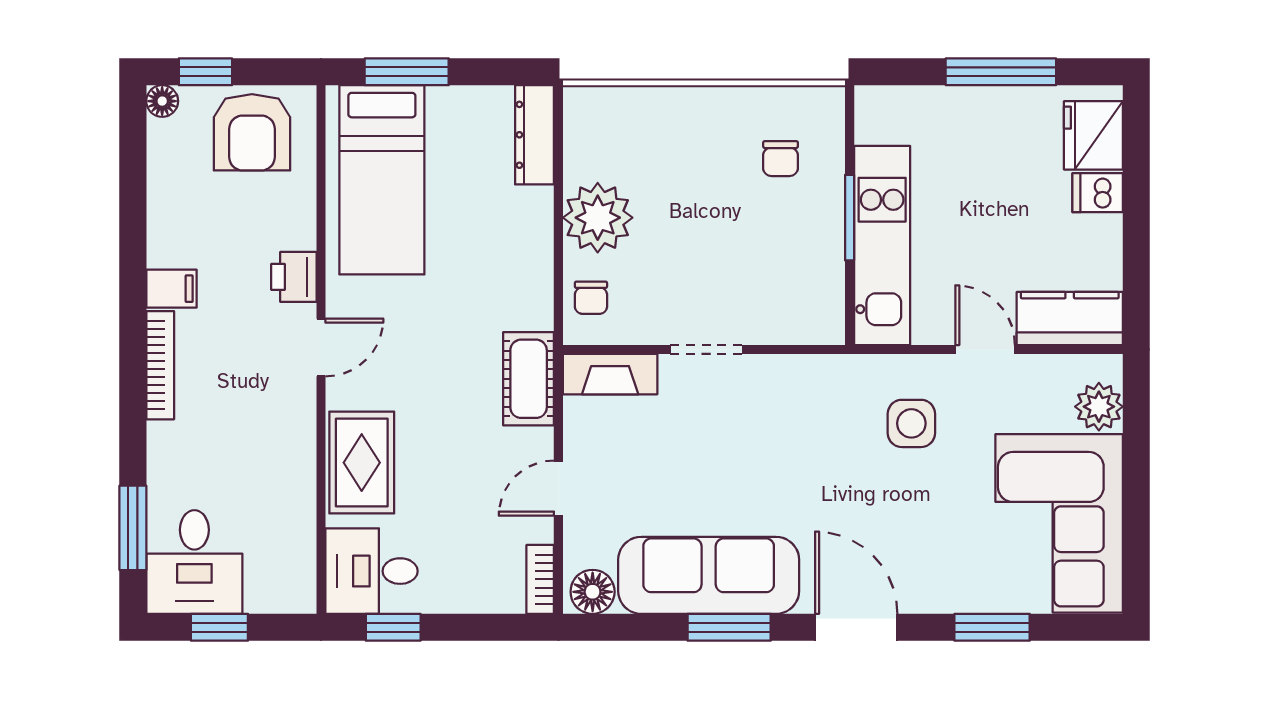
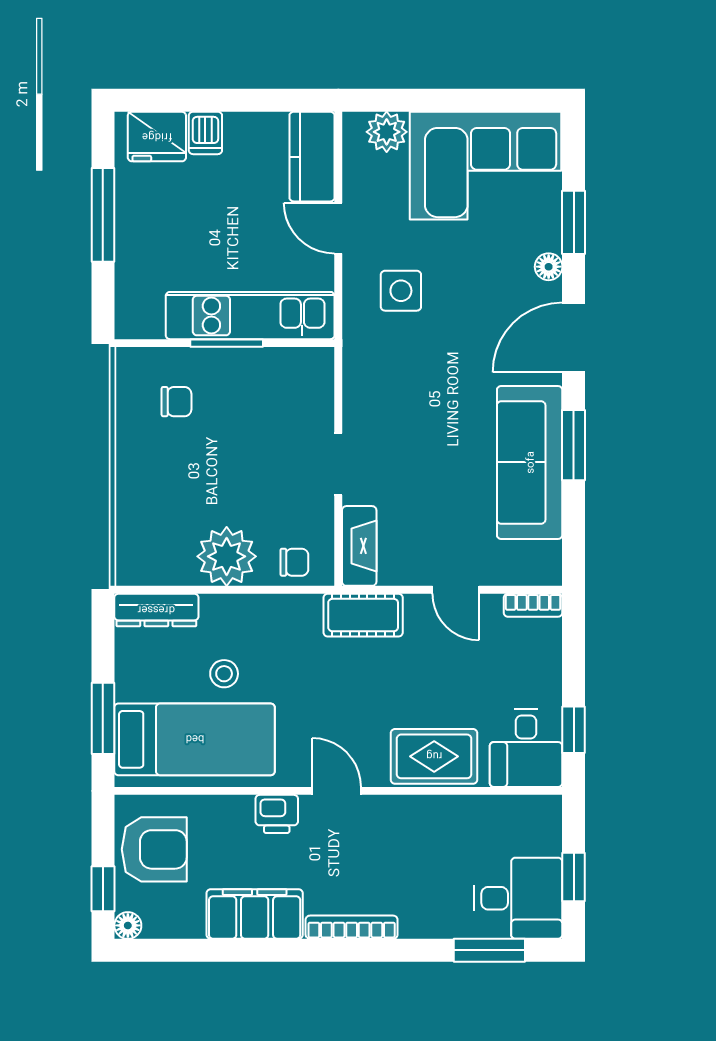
stool: (459, 215) -> (224, 674), added
filing cabinet: (172, 289) -> (255, 914), width x3.00, depth x1.17
door: (985, 350) -> (338, 228), hinge flipped
floor lamp: (593, 592) -> (549, 267), moved, width x0.73, depth x0.73

